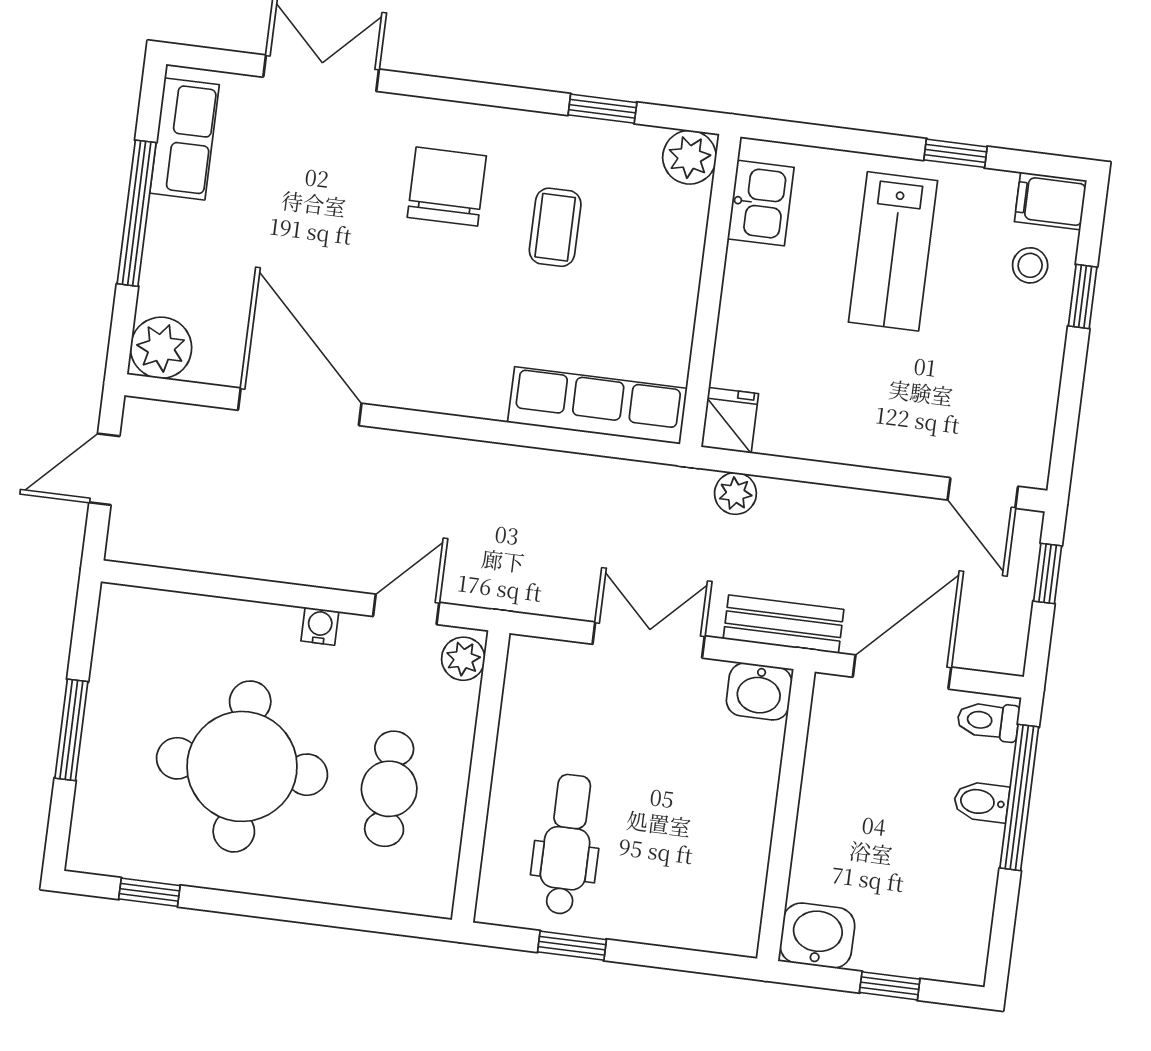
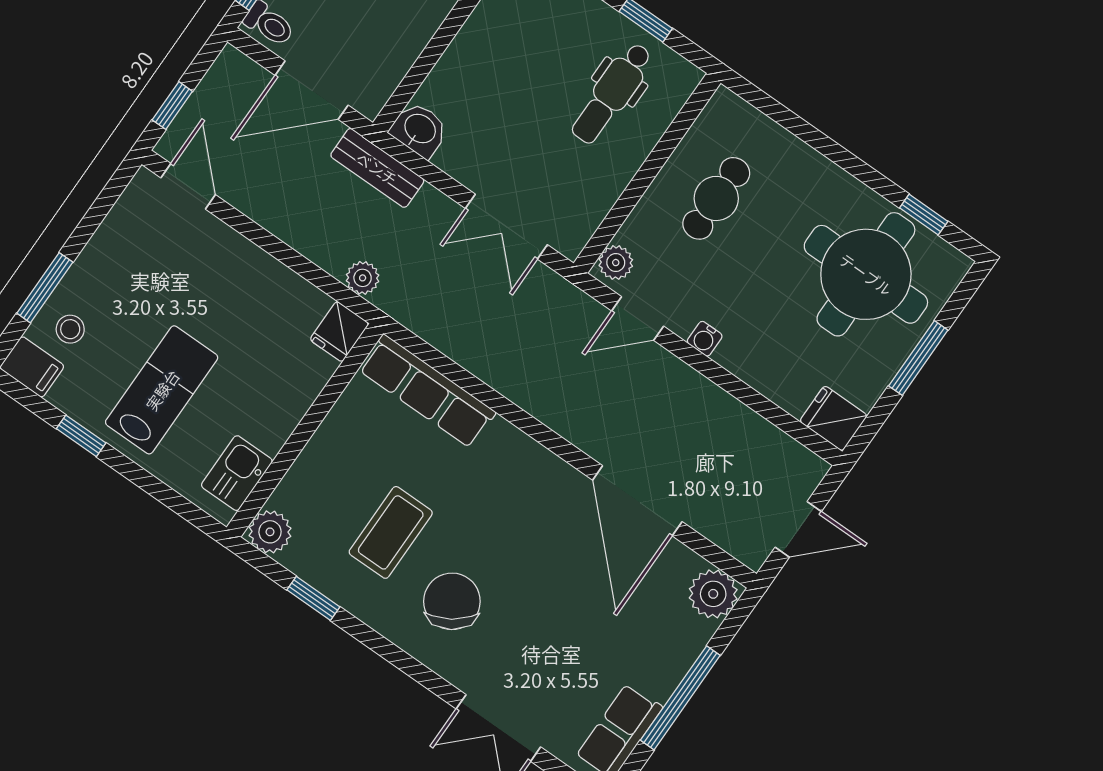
chair: (447, 187) -> (452, 601), turned 146
coffee table: (555, 227) -> (391, 532), width x1.36, depth x1.30
window: (1083, 297) -> (45, 288), width x1.50
fridge: (130, 613) -> (834, 418), added
double door: (649, 640) -> (506, 227), moved
round table: (242, 766) -> (866, 274), moved

